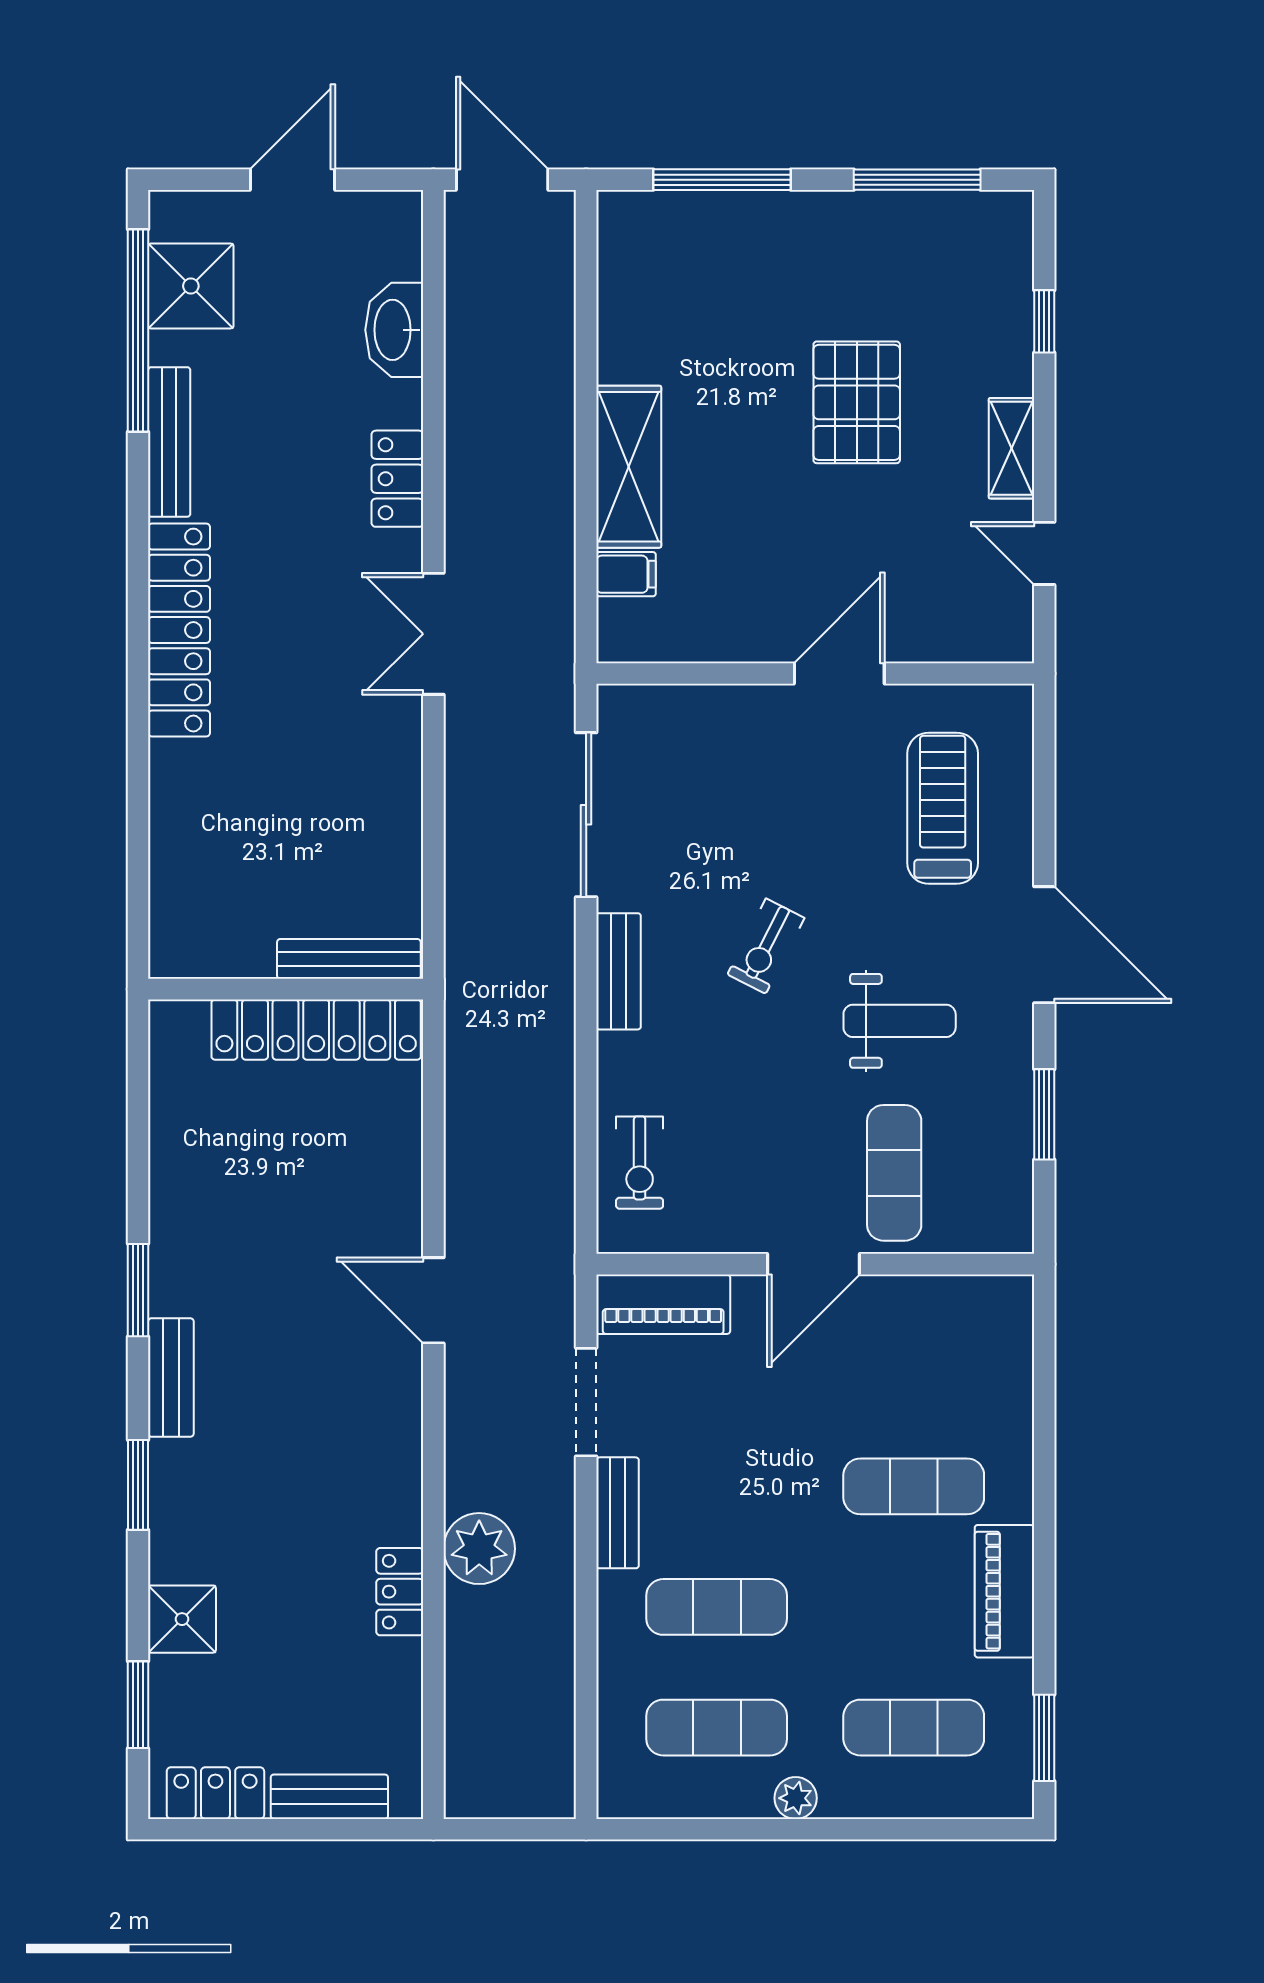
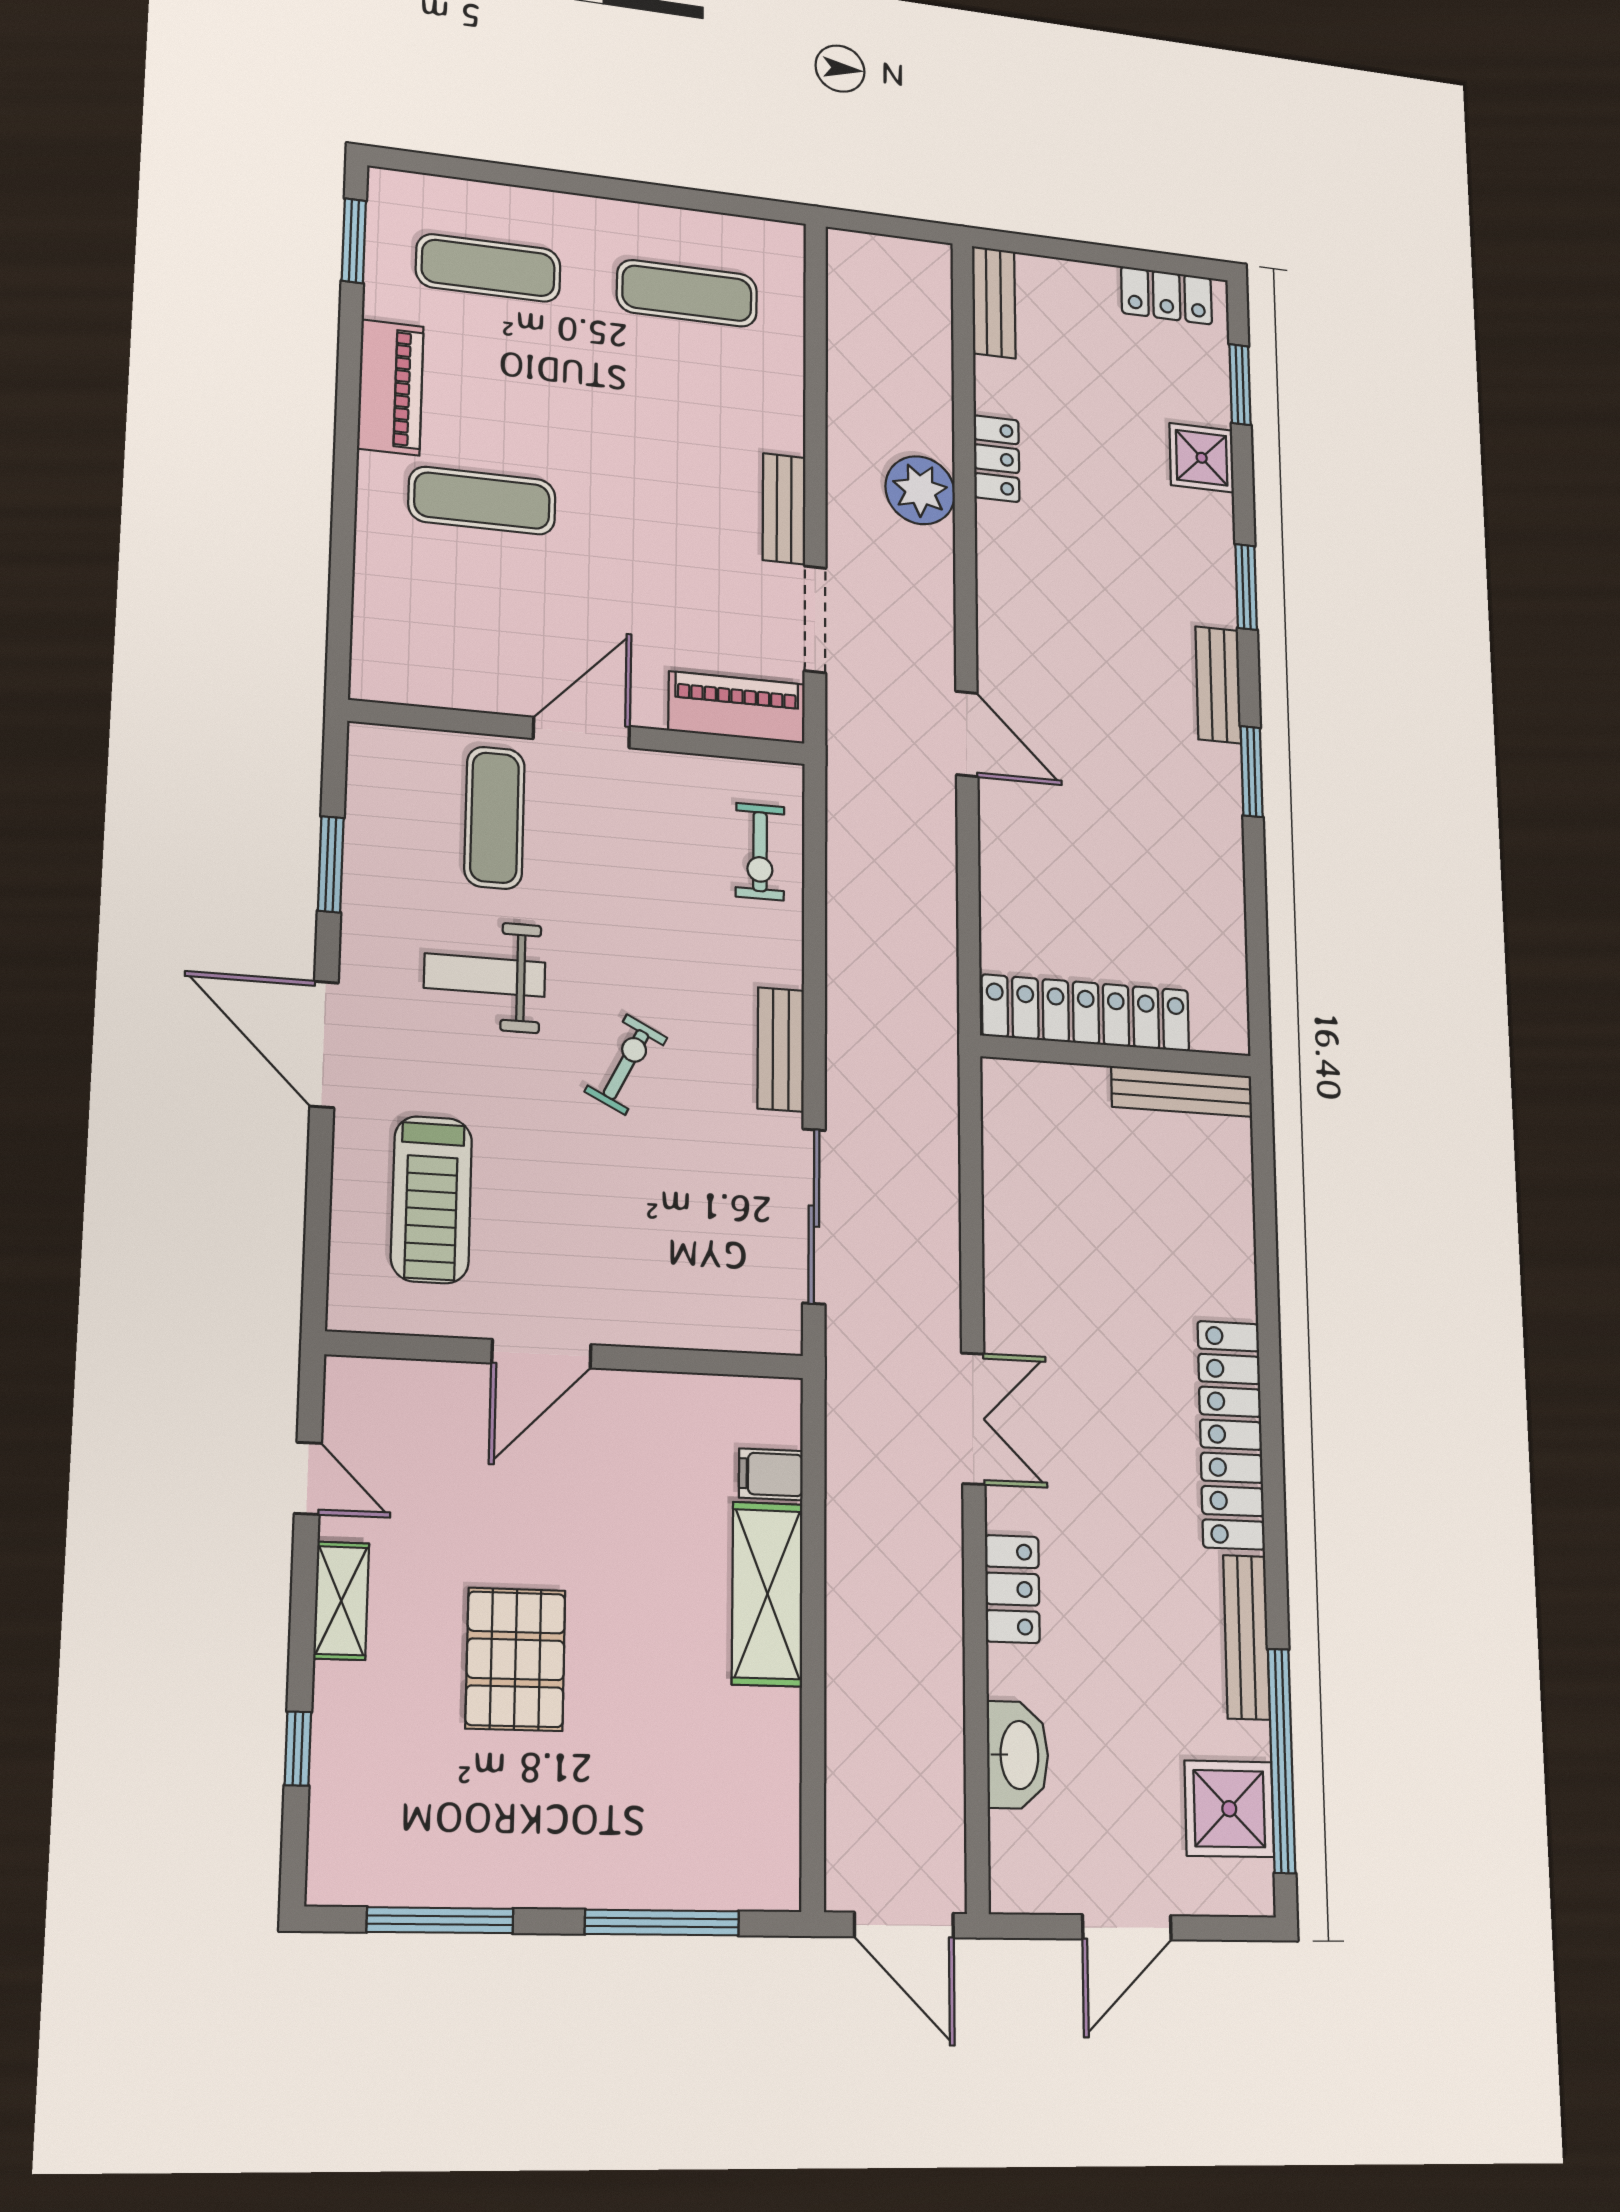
bench: (349, 959) -> (1182, 1092), moved
exercise bike: (640, 1163) -> (760, 852), turned 180
exercise mat: (717, 1607) -> (686, 407), removed
bench: (329, 1797) -> (994, 302), moved, turned 90
plant: (796, 1798) -> (609, 217), removed

